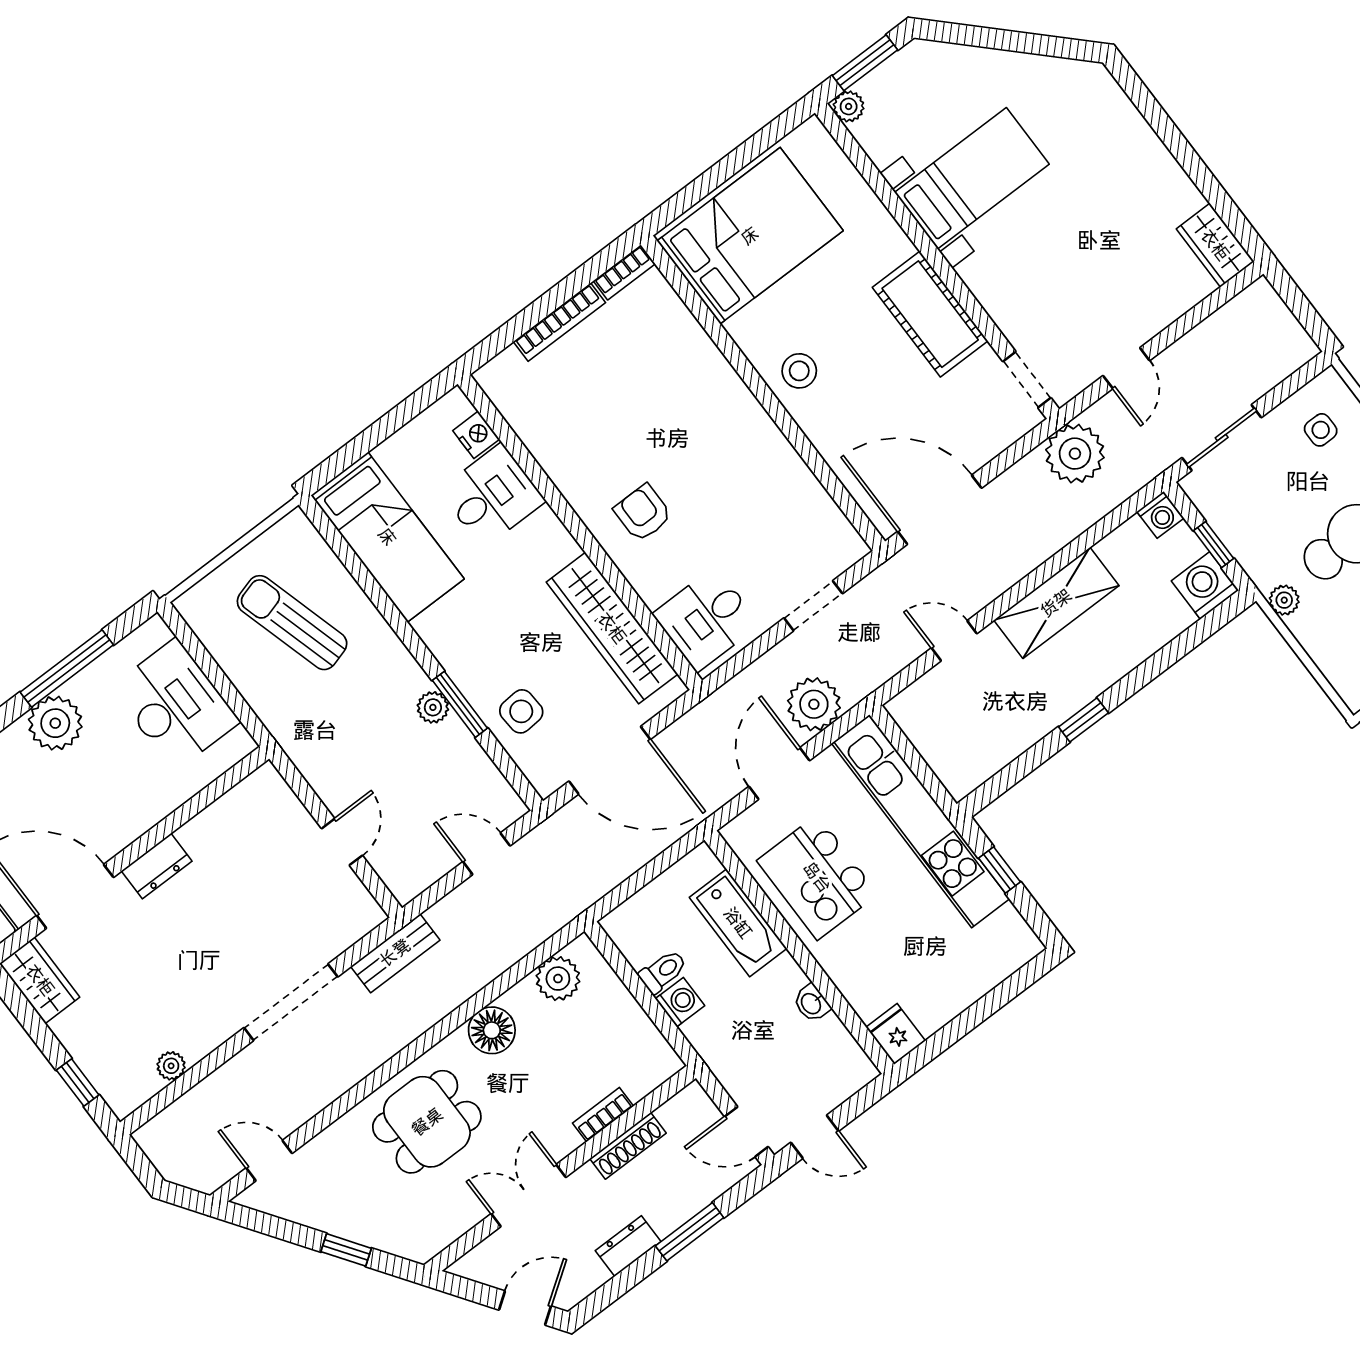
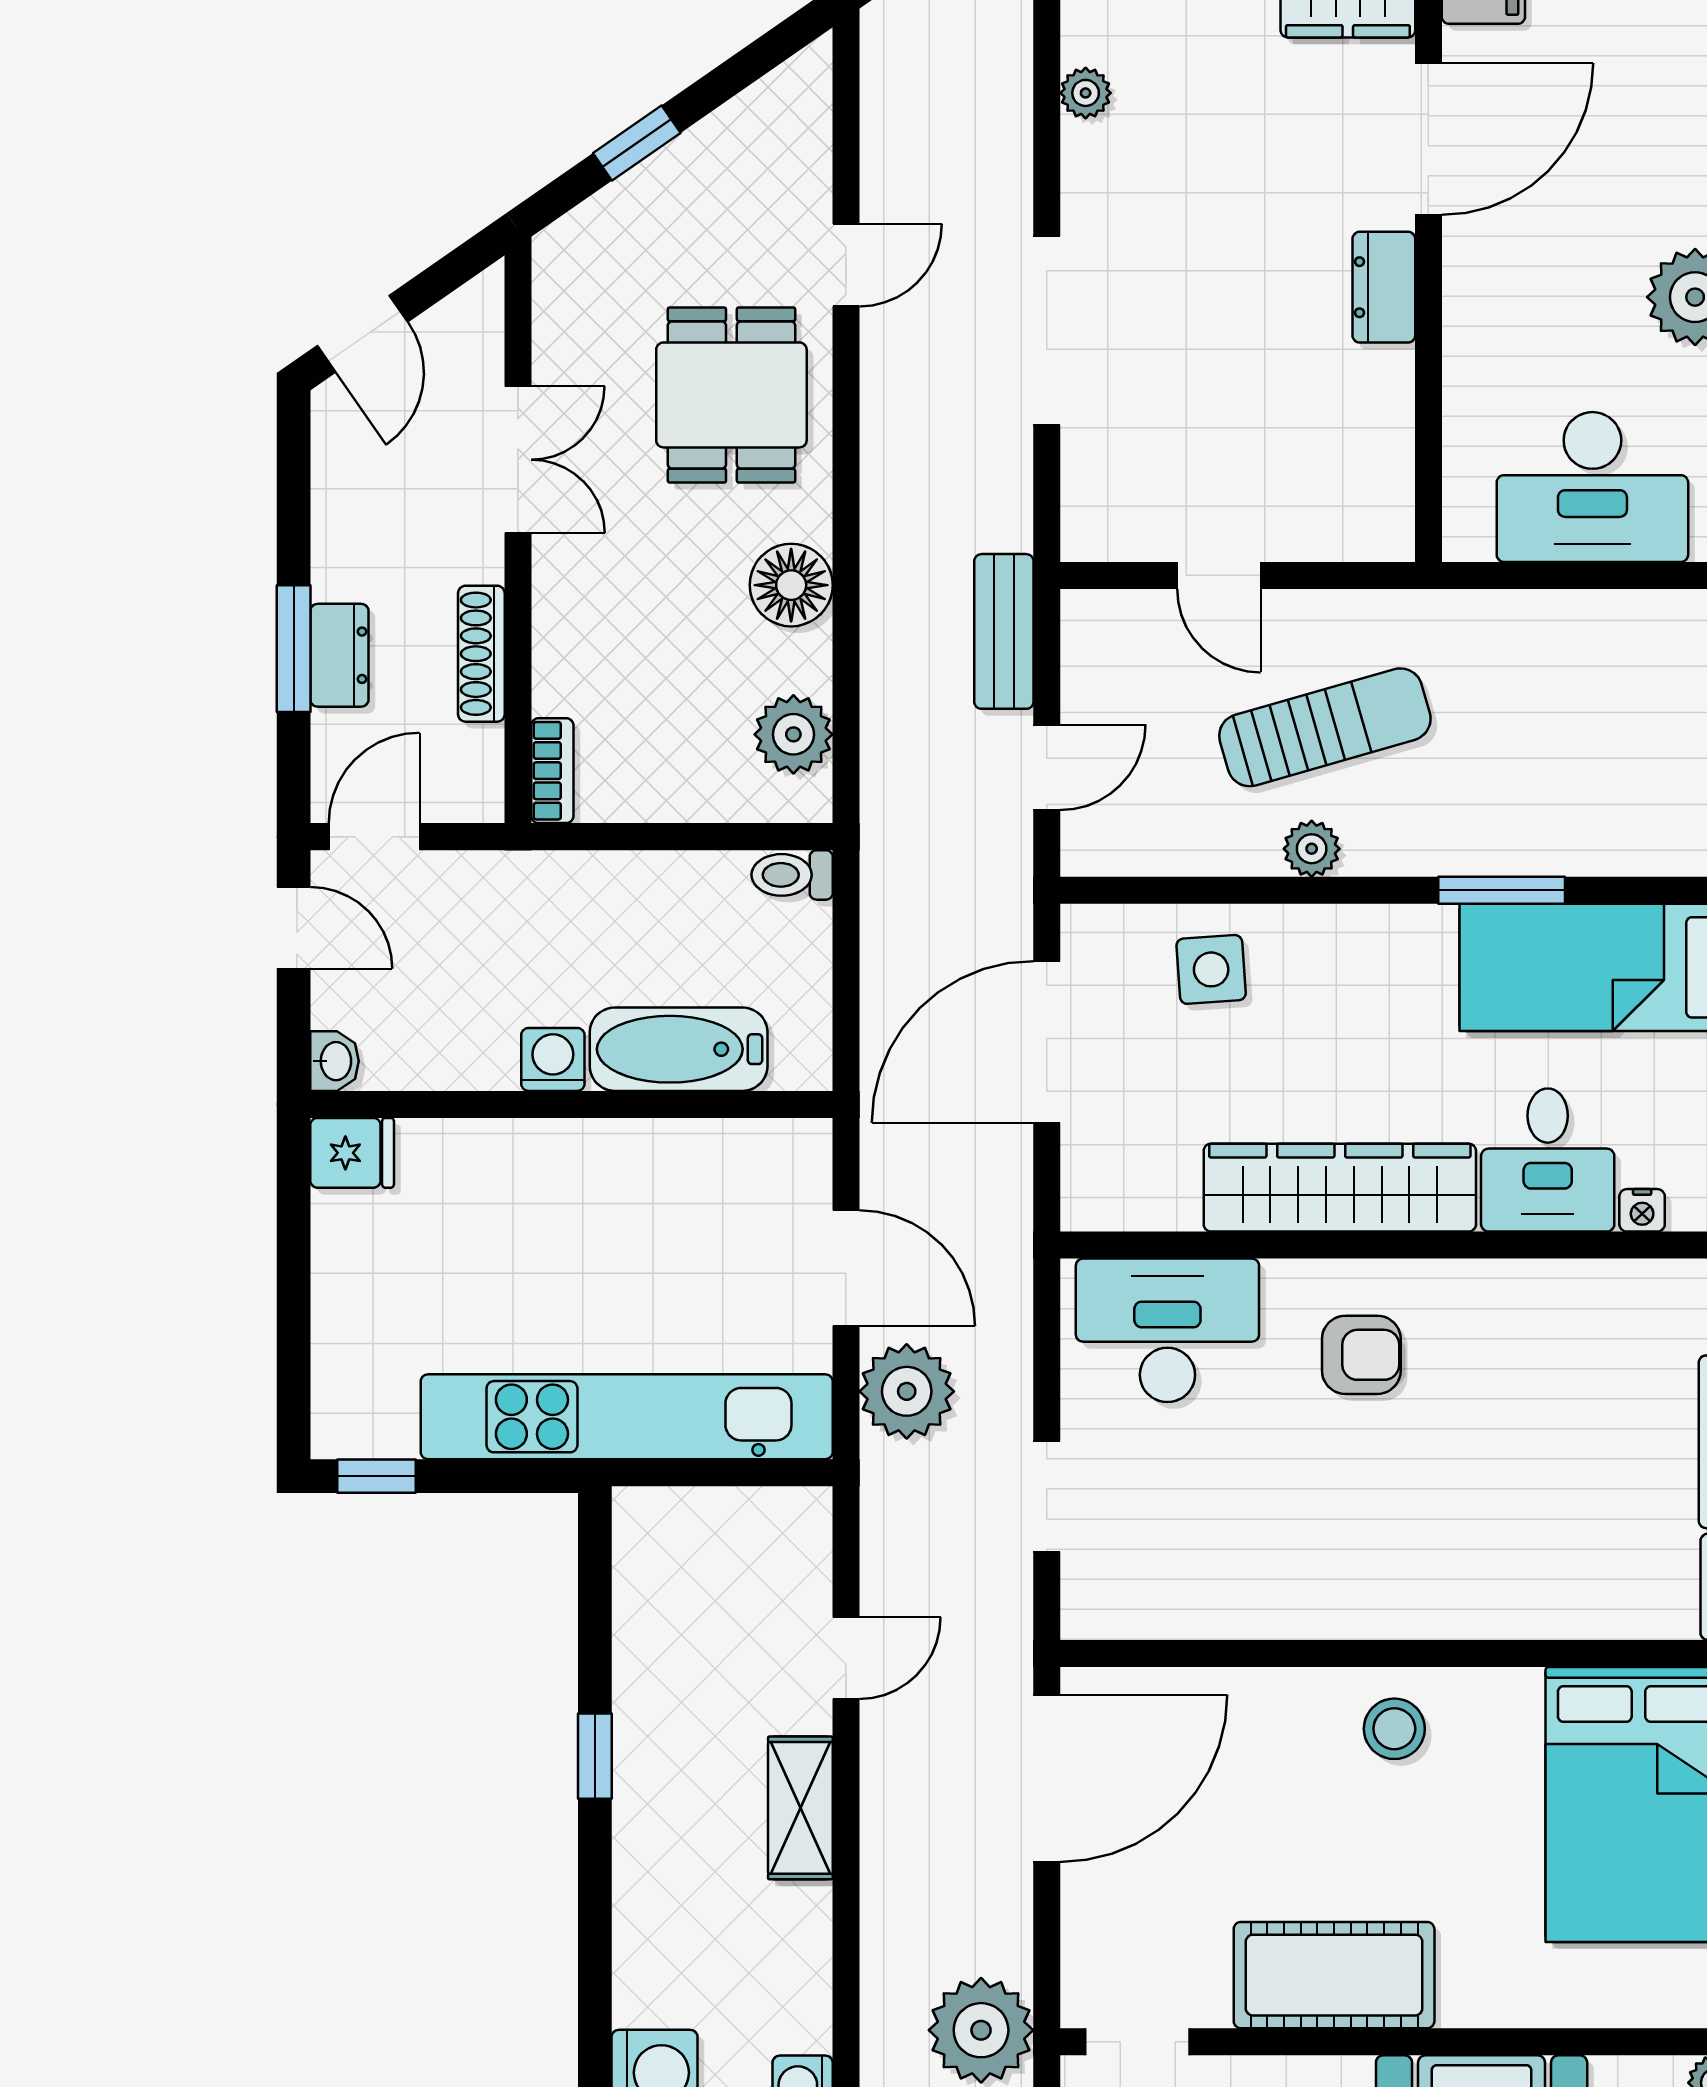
nightstand: (476, 435) -> (1642, 1210), width x0.72, depth x0.74
shelving: (1056, 603) -> (800, 1808), width x0.67, depth x0.75
desk: (706, 619) -> (1167, 1330), width x1.37
sun lounger: (292, 623) -> (1325, 727), moved
wardrobe: (612, 628) -> (1340, 1188), moved
window: (460, 704) -> (1502, 890), moved
window: (999, 870) -> (377, 1476), moved
kitchen island: (817, 877) -> (658, 1210), removed
bench: (395, 953) -> (1004, 631), moved
toilet: (663, 971) -> (792, 875), moved, turned 90
washing machine: (680, 1002) -> (553, 1059), moved, turned 180
washbasin: (812, 1003) -> (335, 1061), moved, turned 90
bookcase: (603, 1115) -> (552, 771), moved
door: (815, 1137) -> (294, 928), swing flipped
door: (269, 1161) -> (846, 265), moved
dresser: (628, 1246) -> (339, 655), moved

